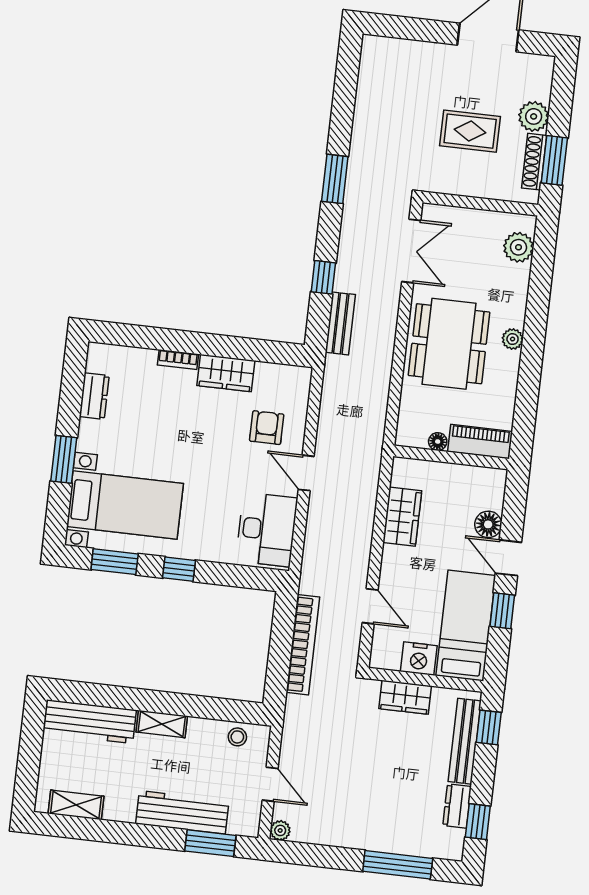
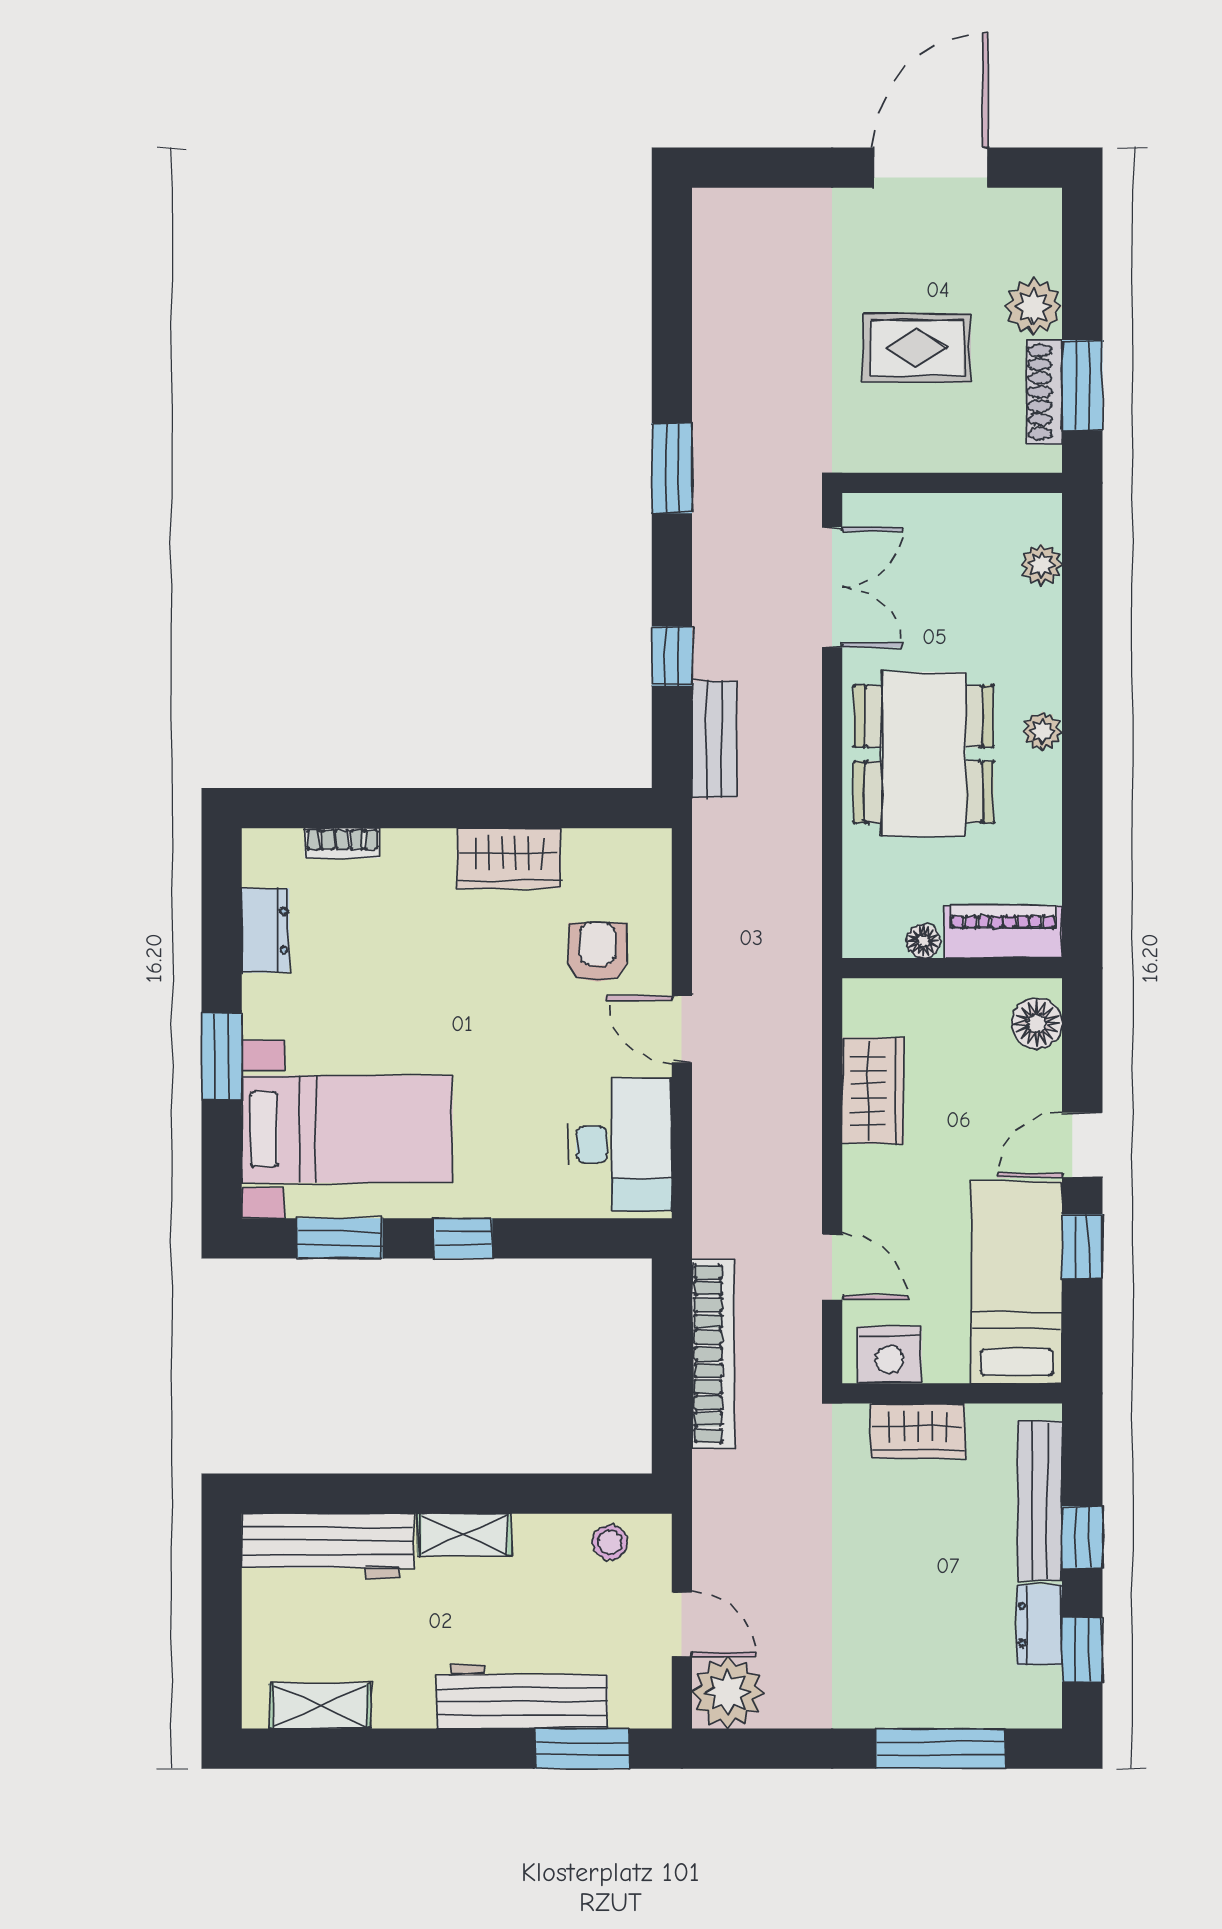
plant: (519, 247) -> (1041, 565), width x0.73, depth x0.73
bookcase: (178, 360) -> (342, 843), moved
floor lamp: (488, 524) -> (1037, 1023), moved
door: (508, 558) -> (1082, 1145), hinge flipped
nightstand: (419, 659) -> (890, 1355), moved
window: (489, 727) -> (1082, 1537), moved
plant: (280, 830) -> (728, 1693), width x1.87, depth x1.87

